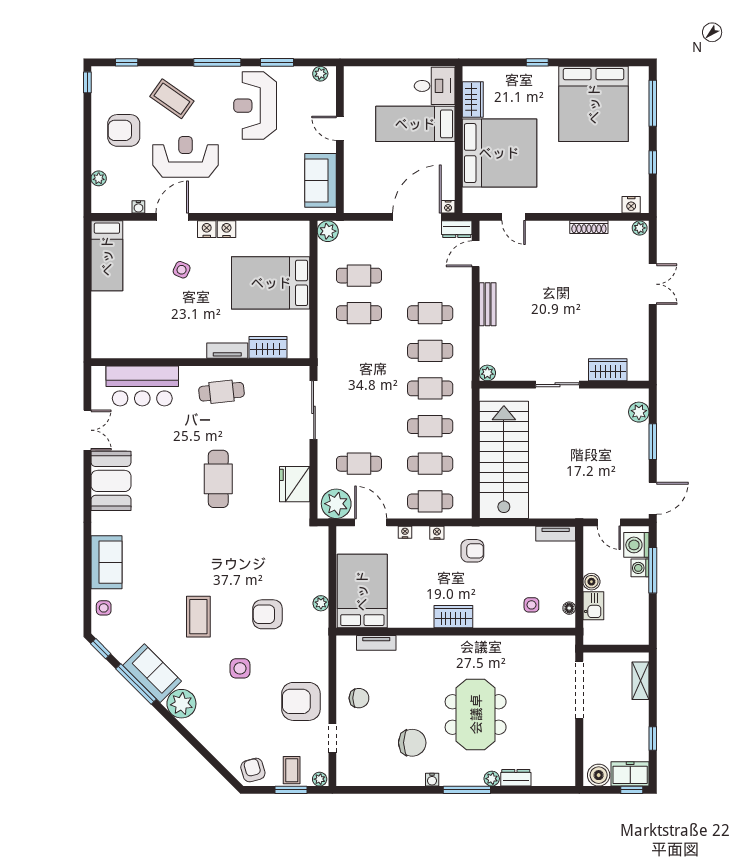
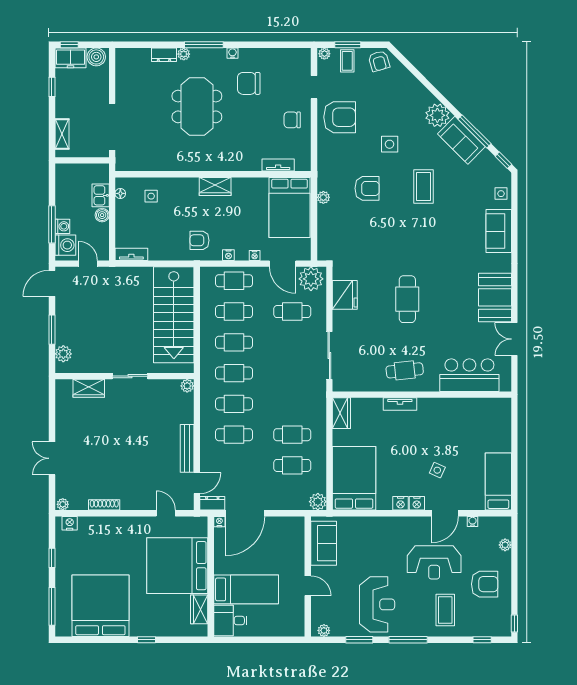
coffee table: (172, 99) -> (445, 610), turned 55
bed: (271, 283) -> (354, 478), moved, turned -90
bench: (488, 304) -> (187, 448), width x1.36
wardrobe: (268, 347) -> (341, 413), moved, turned -90

